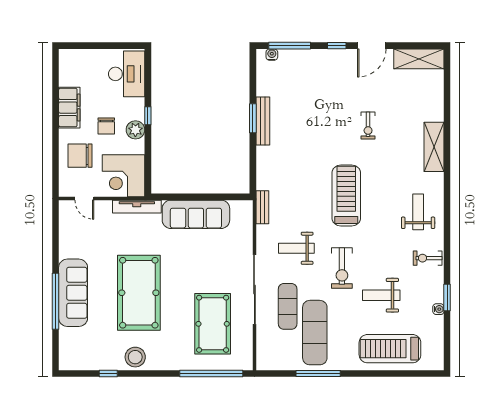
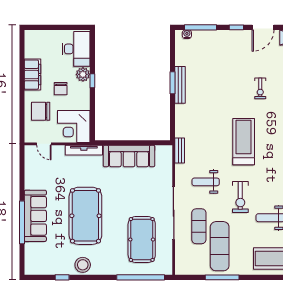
plant: (135, 130) -> (83, 74), moved

